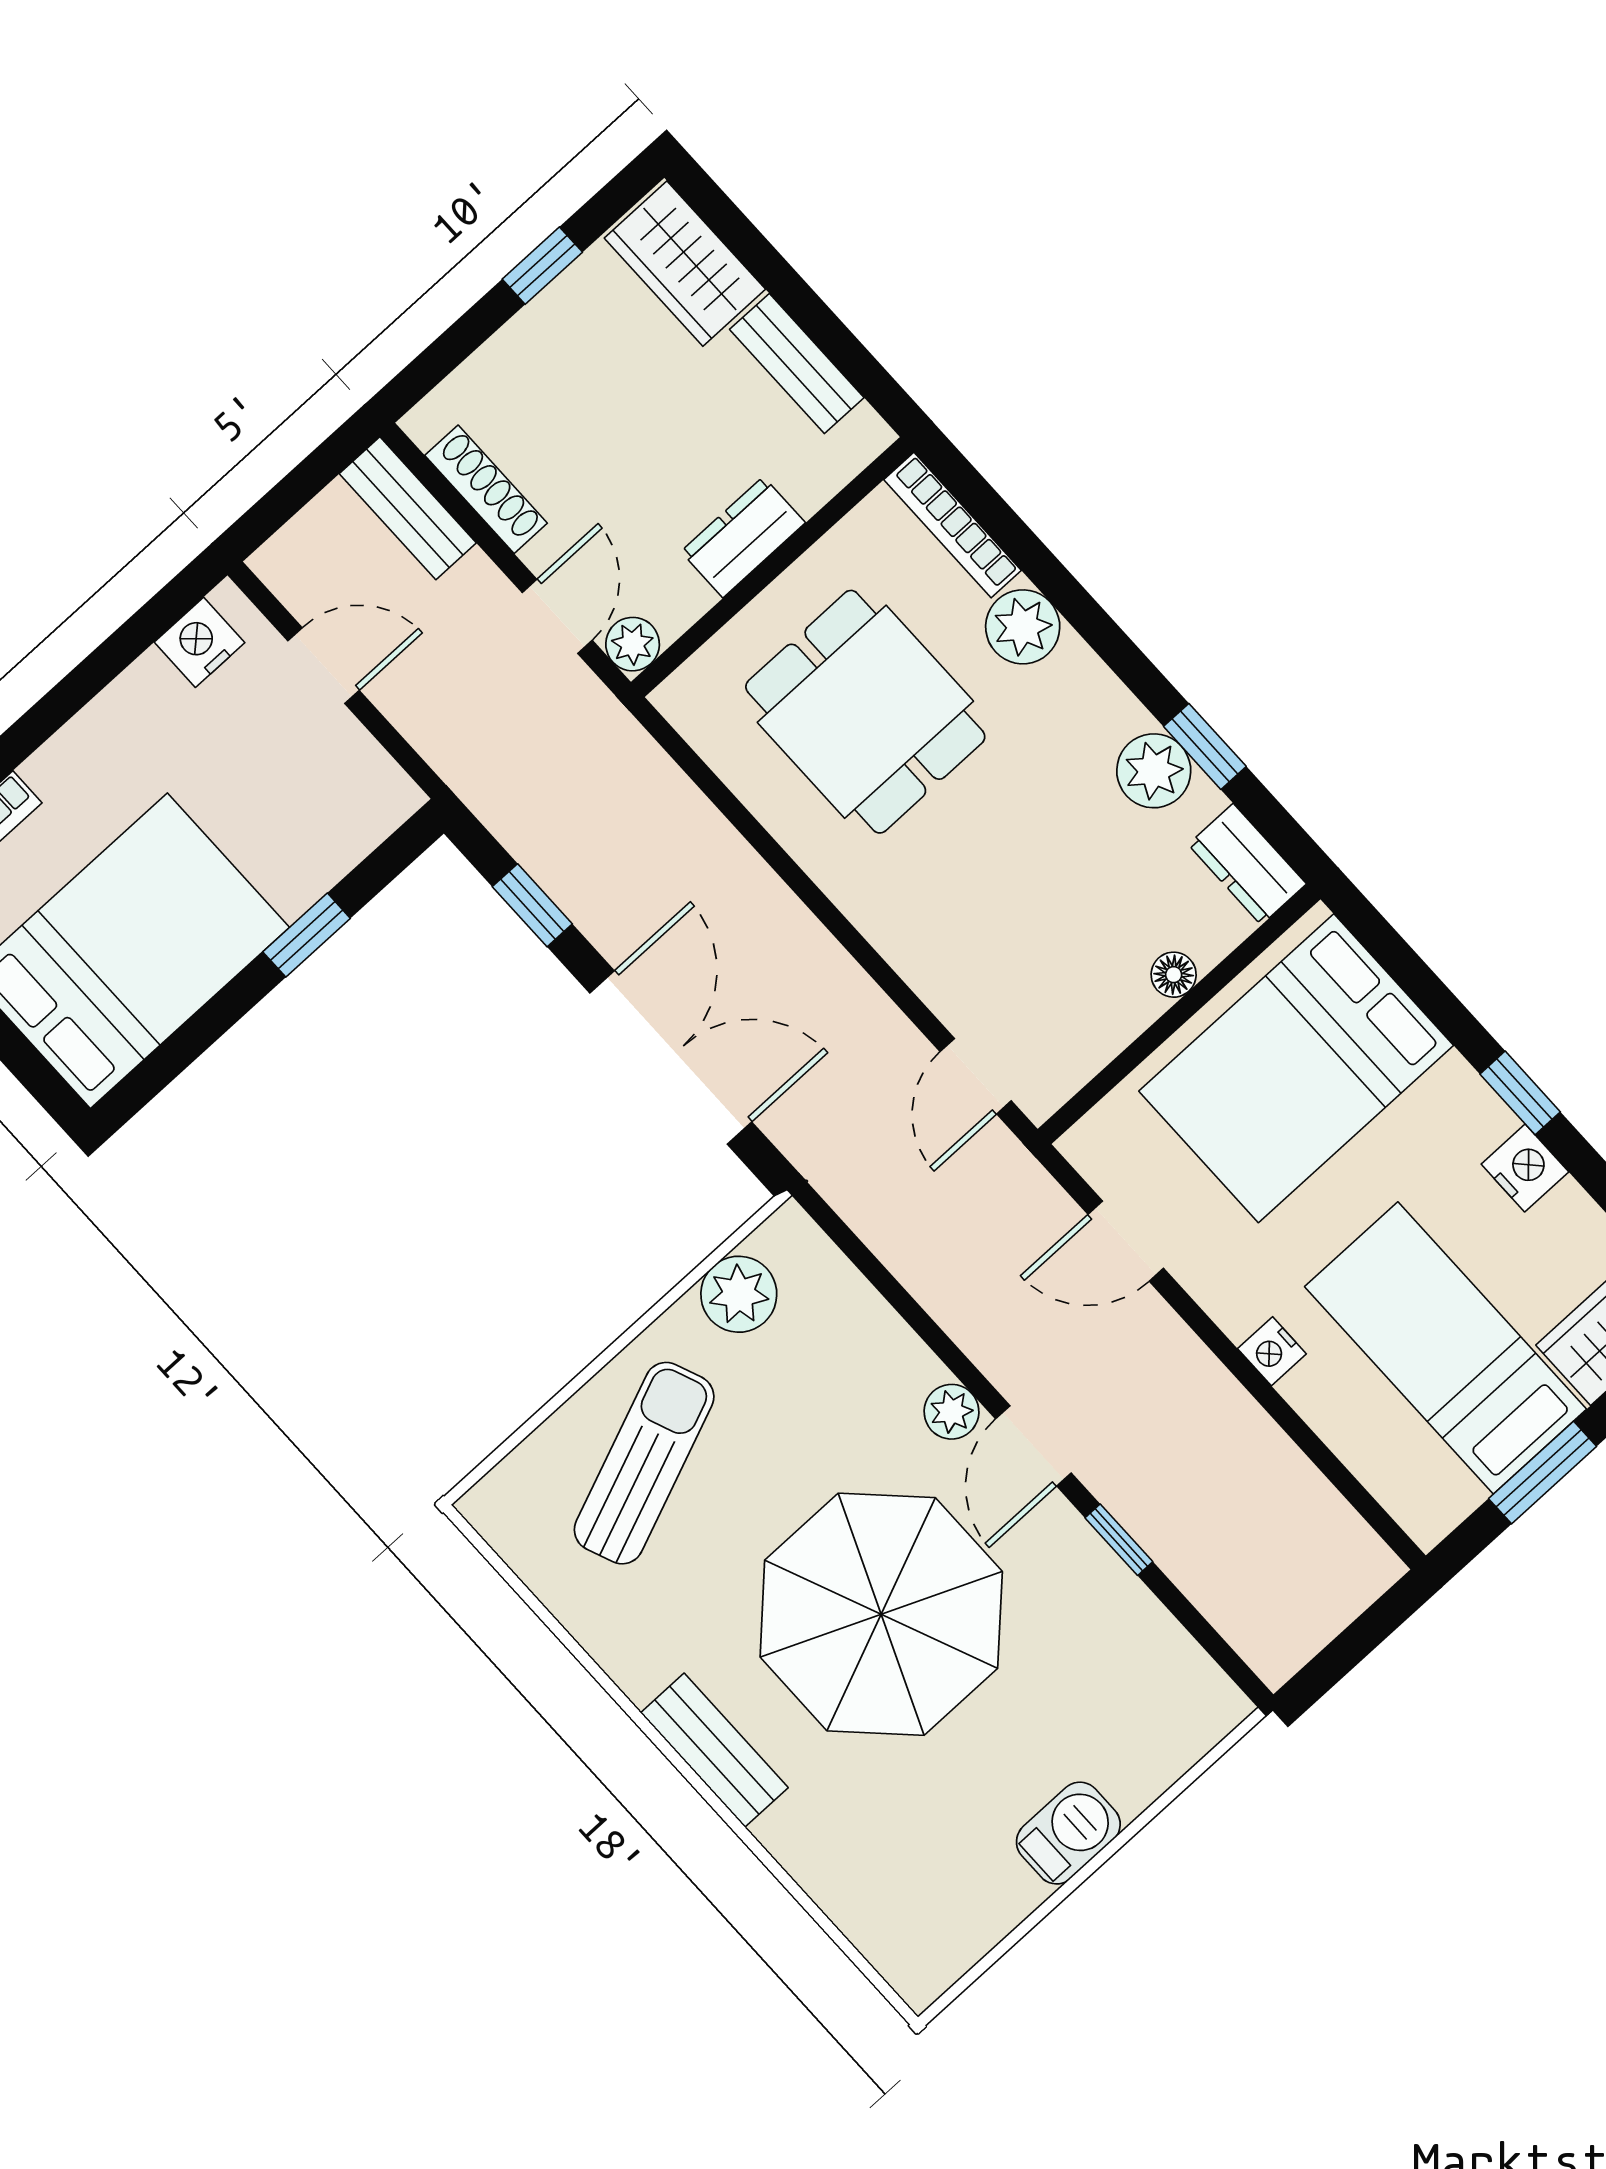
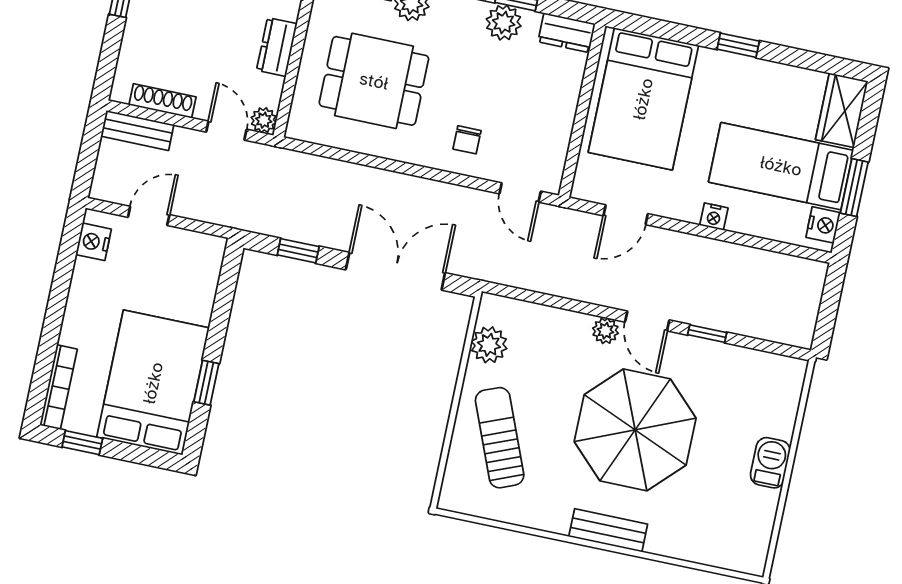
chair: (950, 923) -> (467, 140), added
window: (307, 935) -> (206, 383), moved
floor lamp: (1174, 975) -> (569, 97), removed
nightstand: (1525, 1168) -> (823, 225), moved, turned 90

